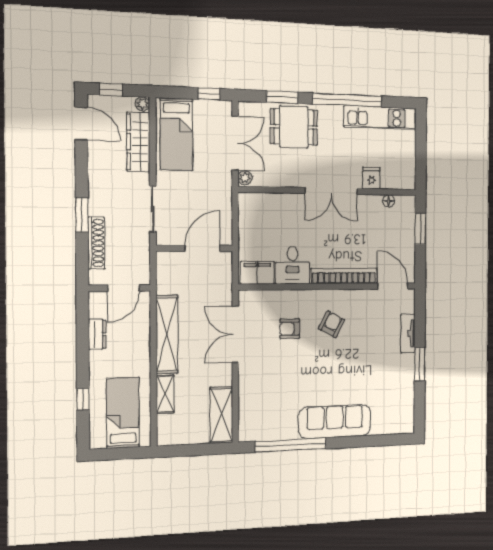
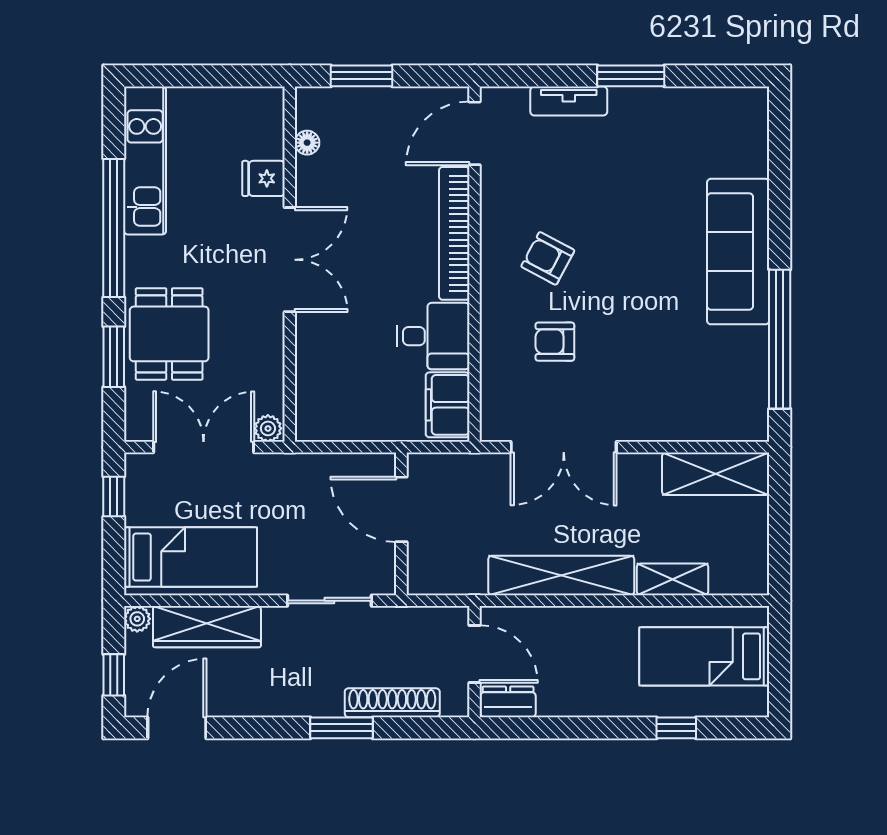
armchair: (290, 329) -> (555, 342), turned 90
dresser: (97, 334) -> (508, 702), moved

